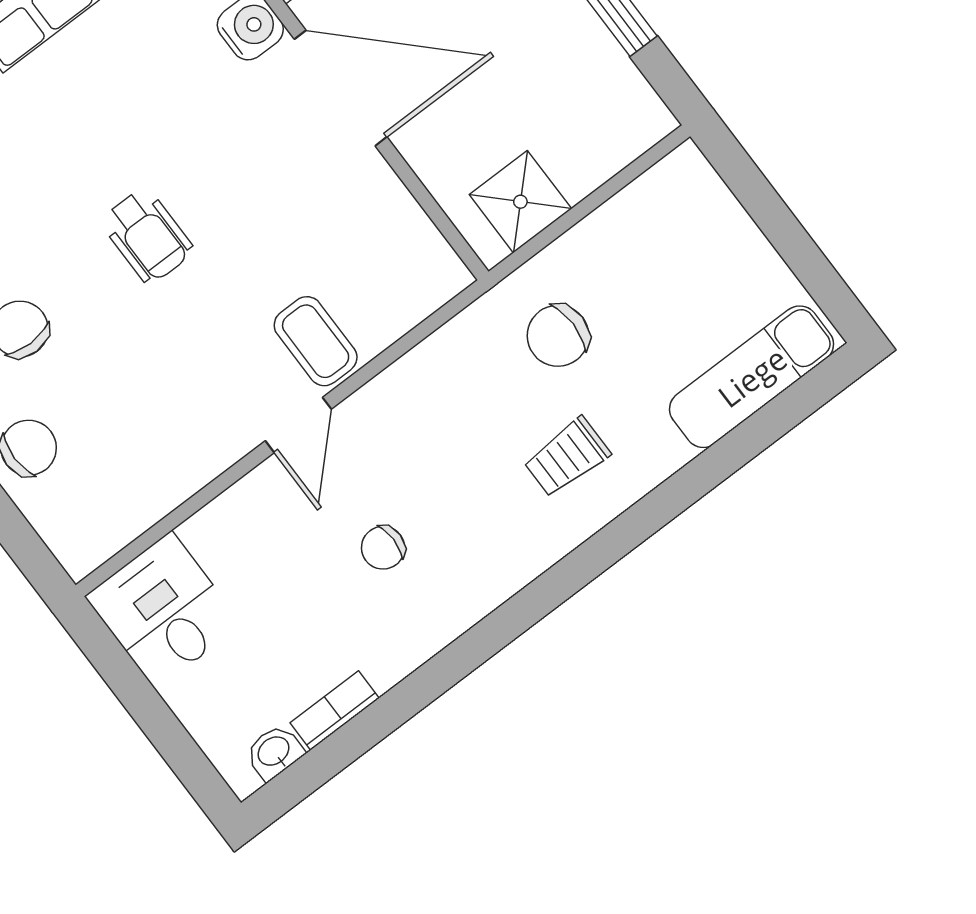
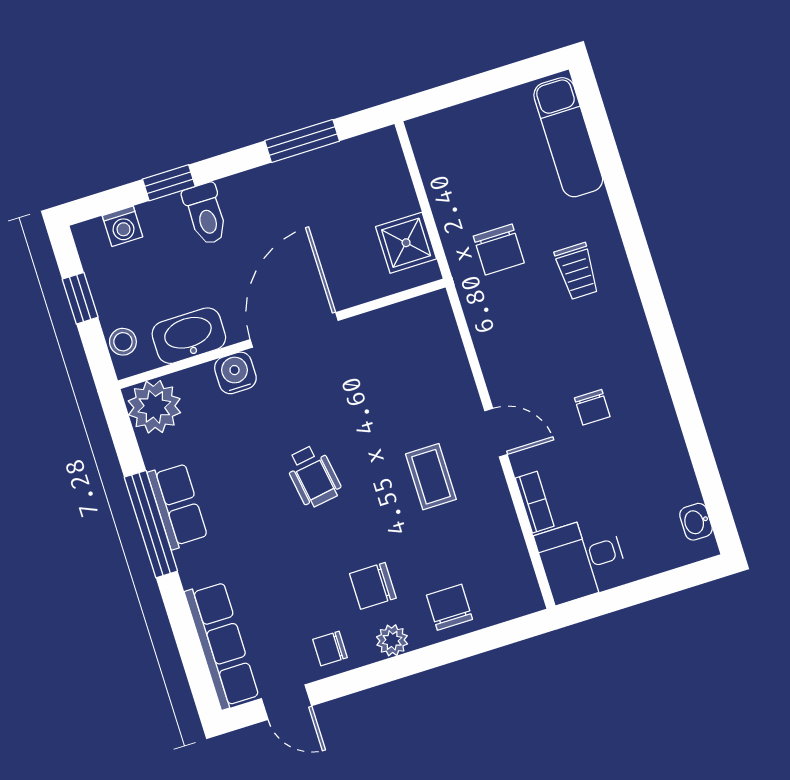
wheelchair: (147, 236) -> (313, 476), moved, turned 81
coffee table: (316, 341) -> (431, 477), moved, turned 90
bookcase: (335, 710) -> (535, 502), moved, turned 180

